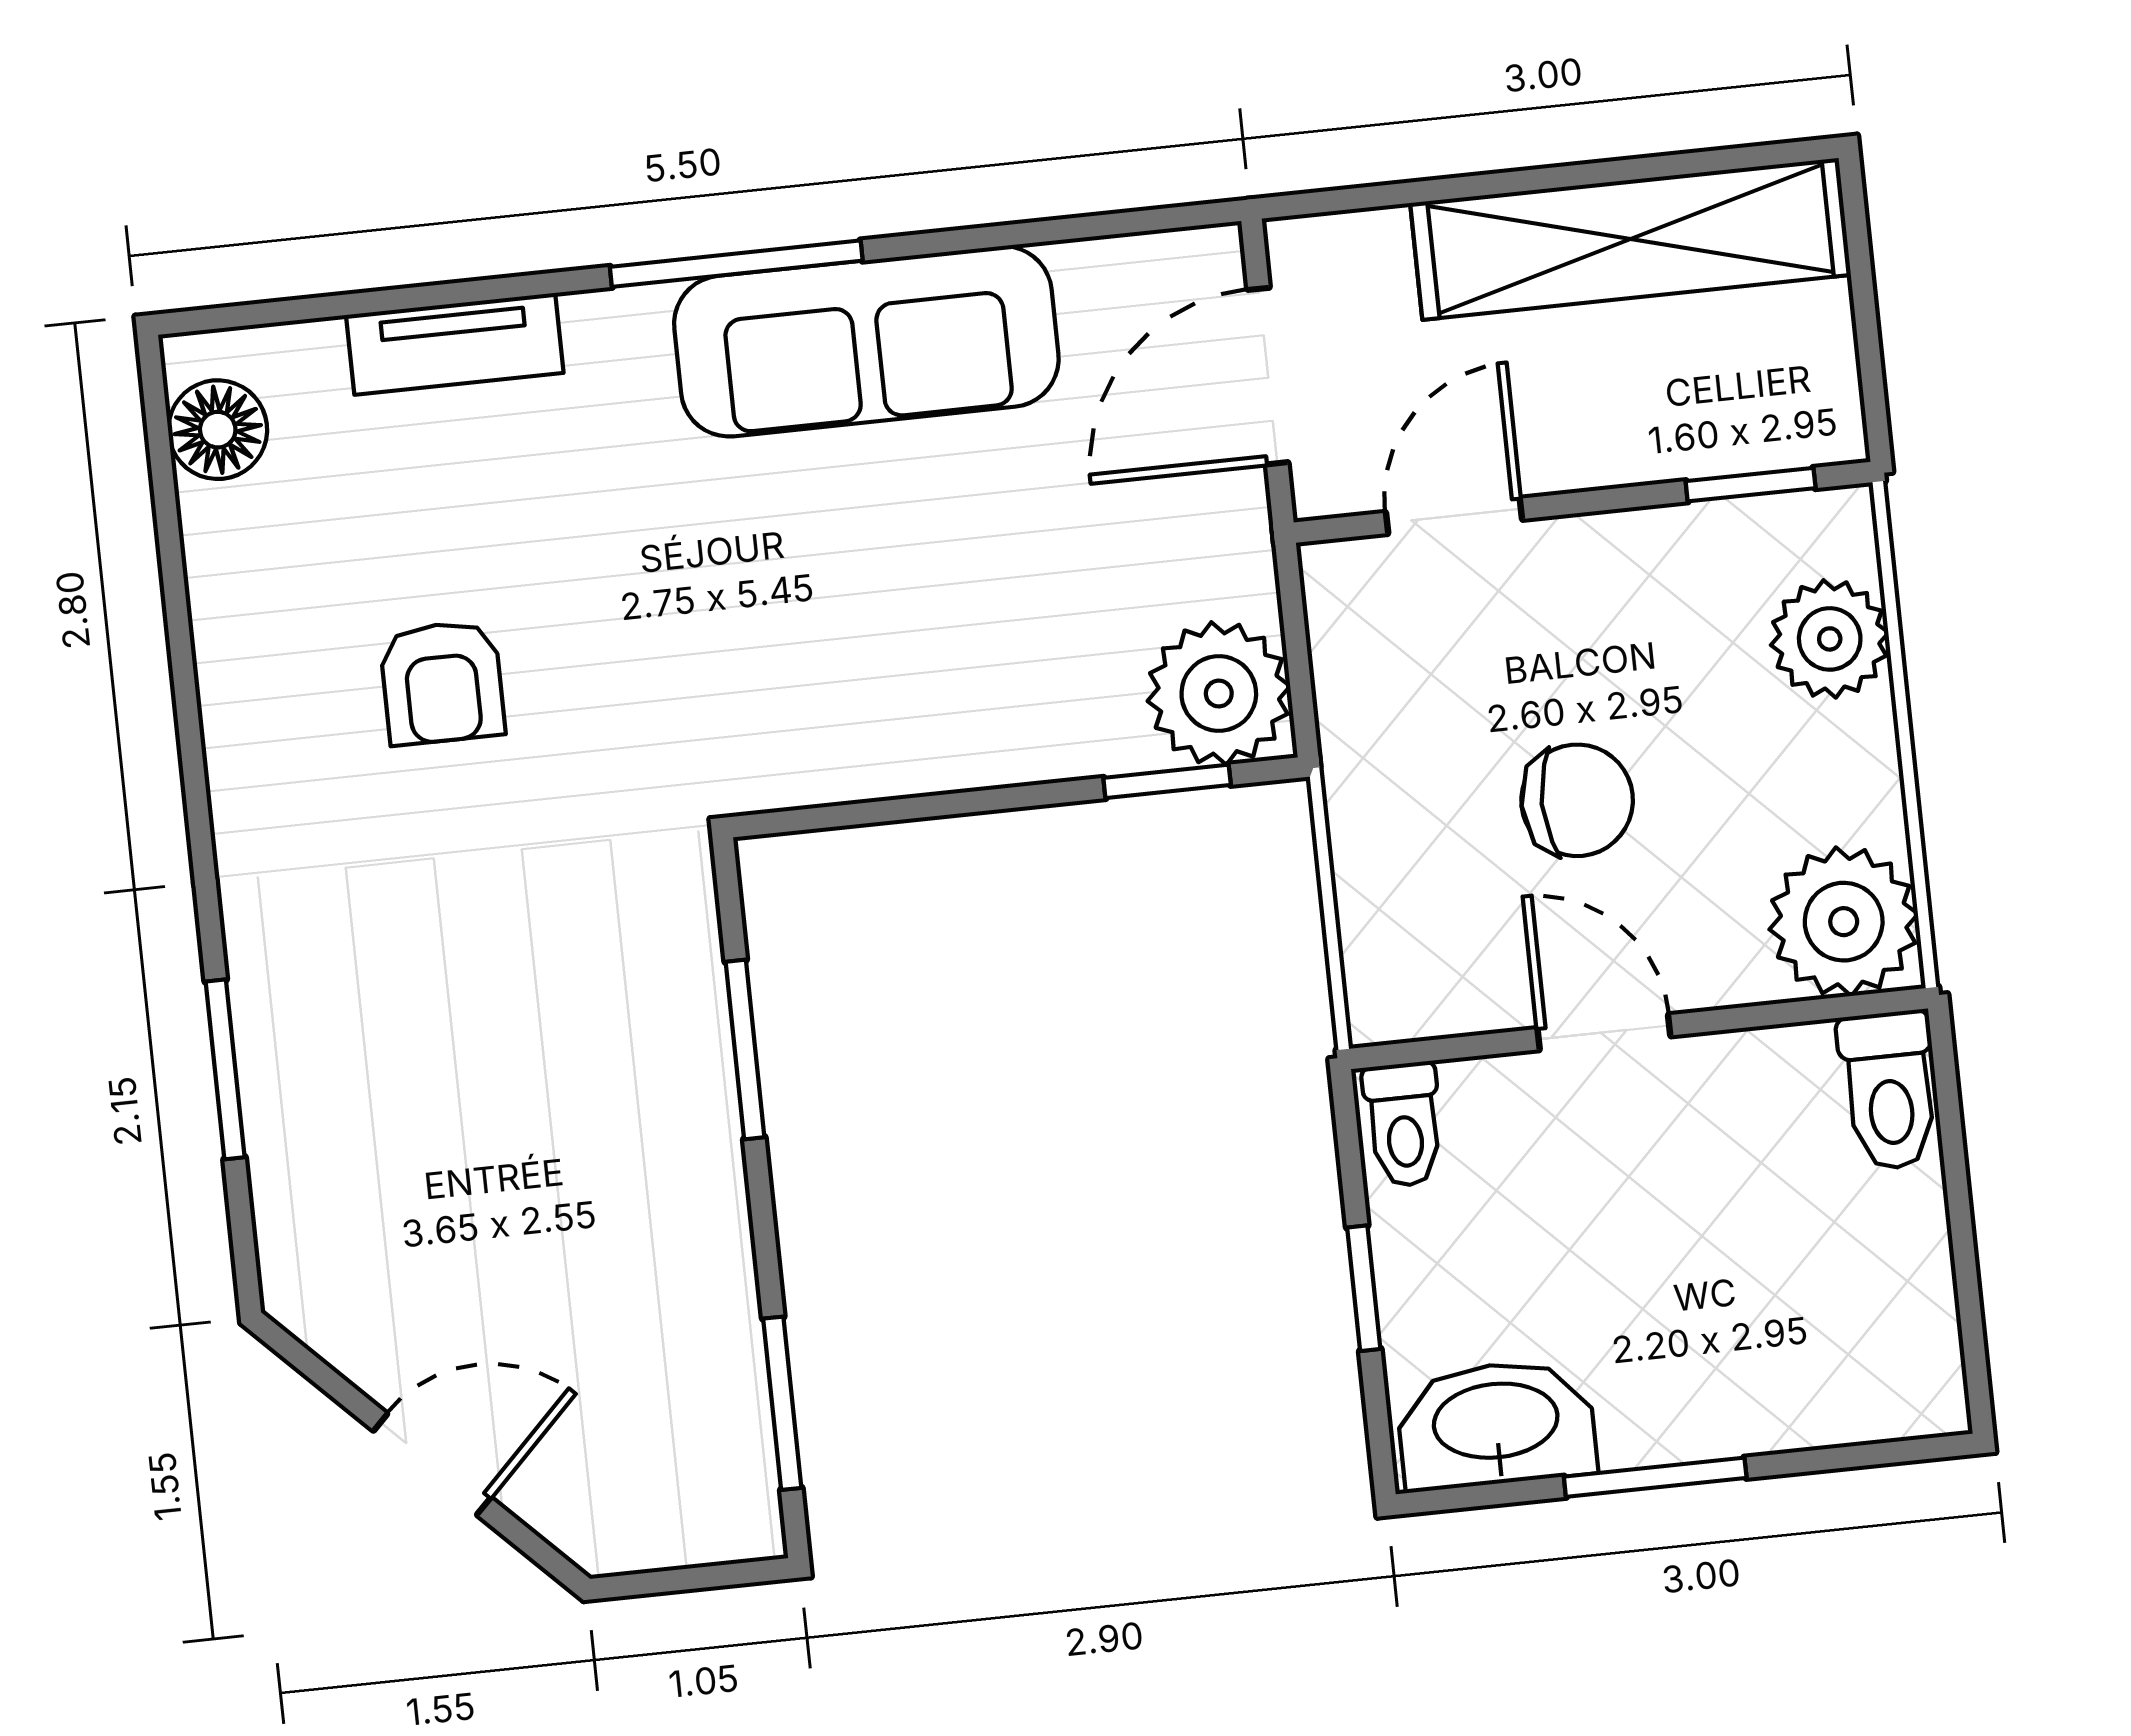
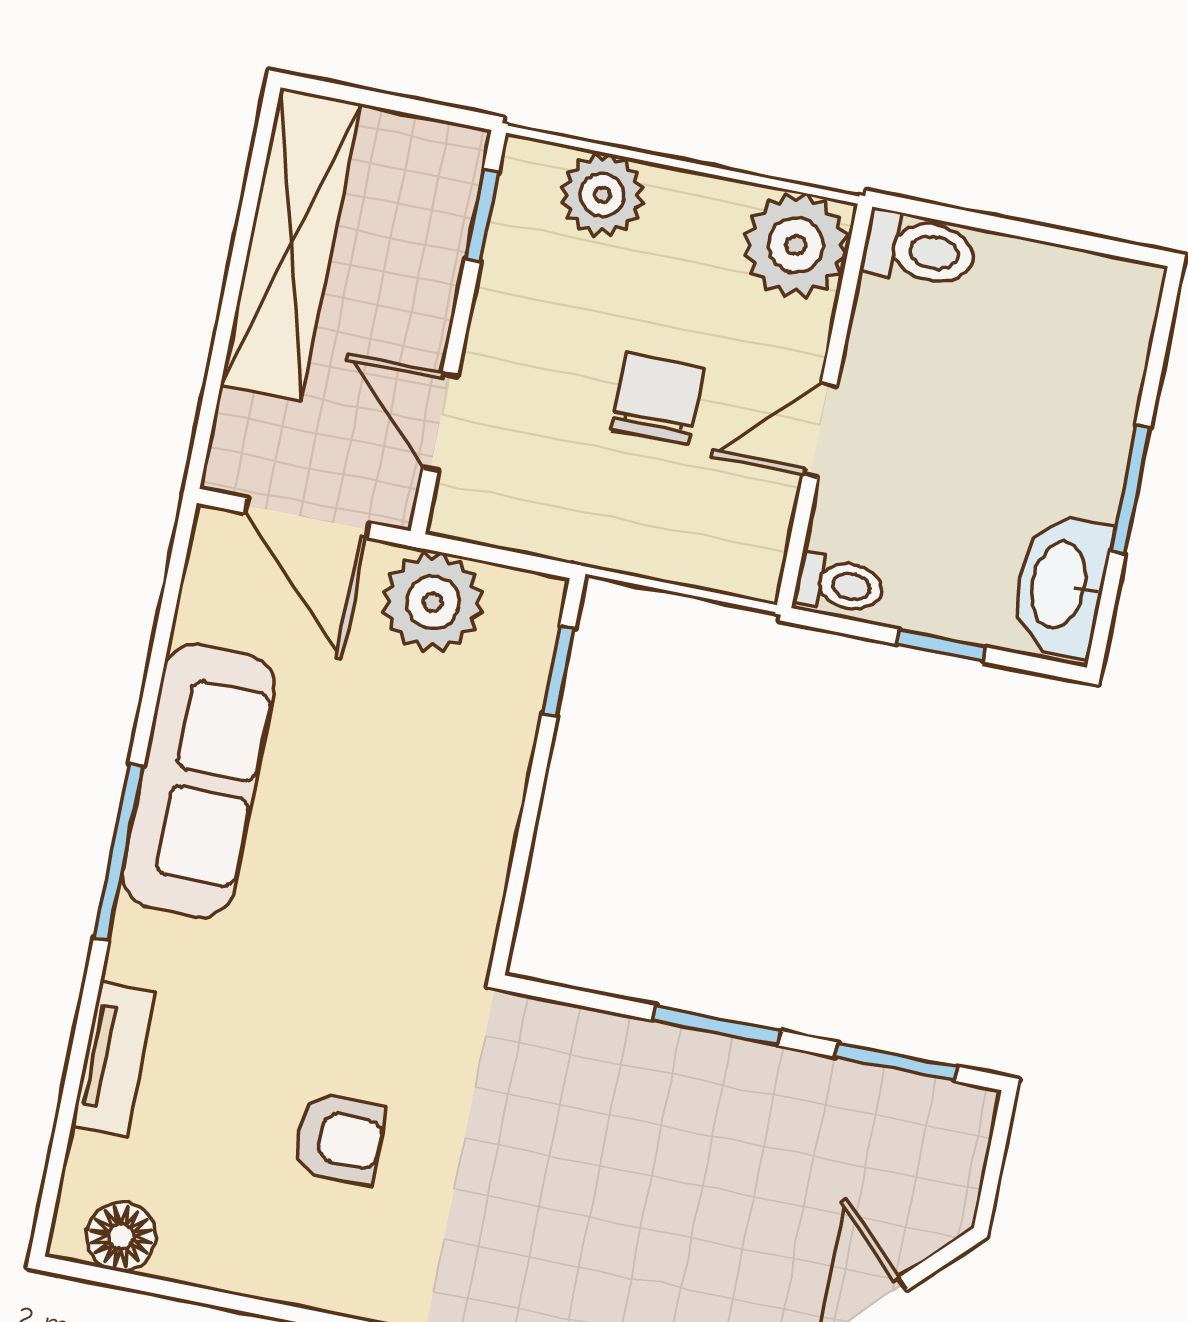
plant: (1219, 694) -> (433, 602), moved
window: (745, 1049) -> (717, 1026), moved

